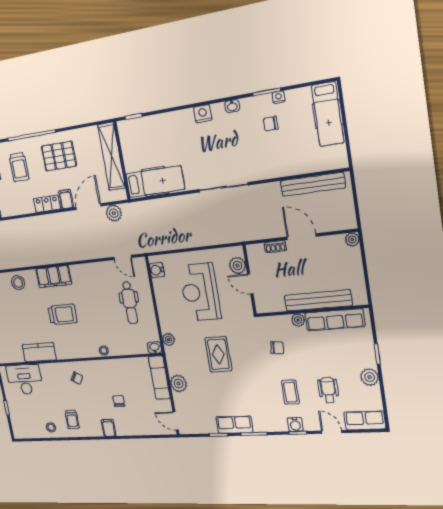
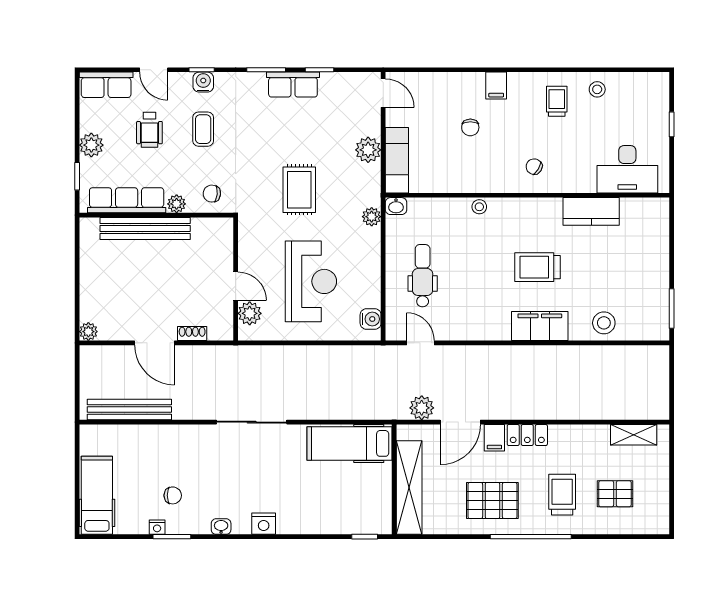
bench: (318, 300) -> (145, 229), moved
wall: (311, 311) -> (156, 215), moved
plant: (298, 320) -> (177, 204), moved
row of seats: (335, 320) -> (127, 200), moved

